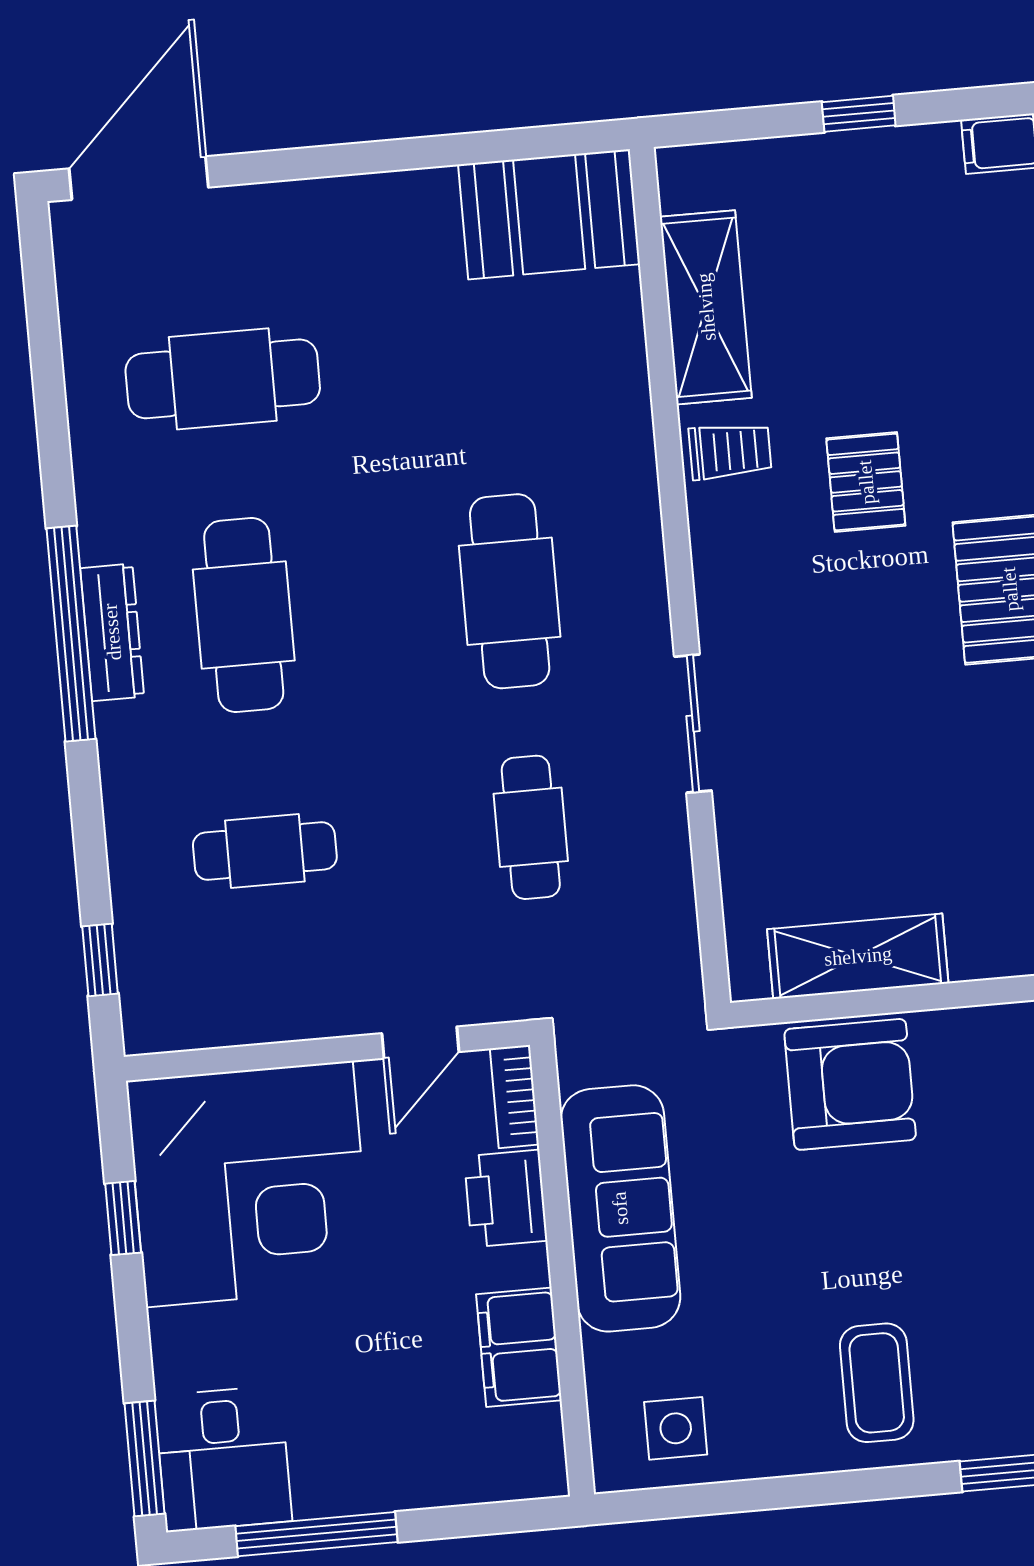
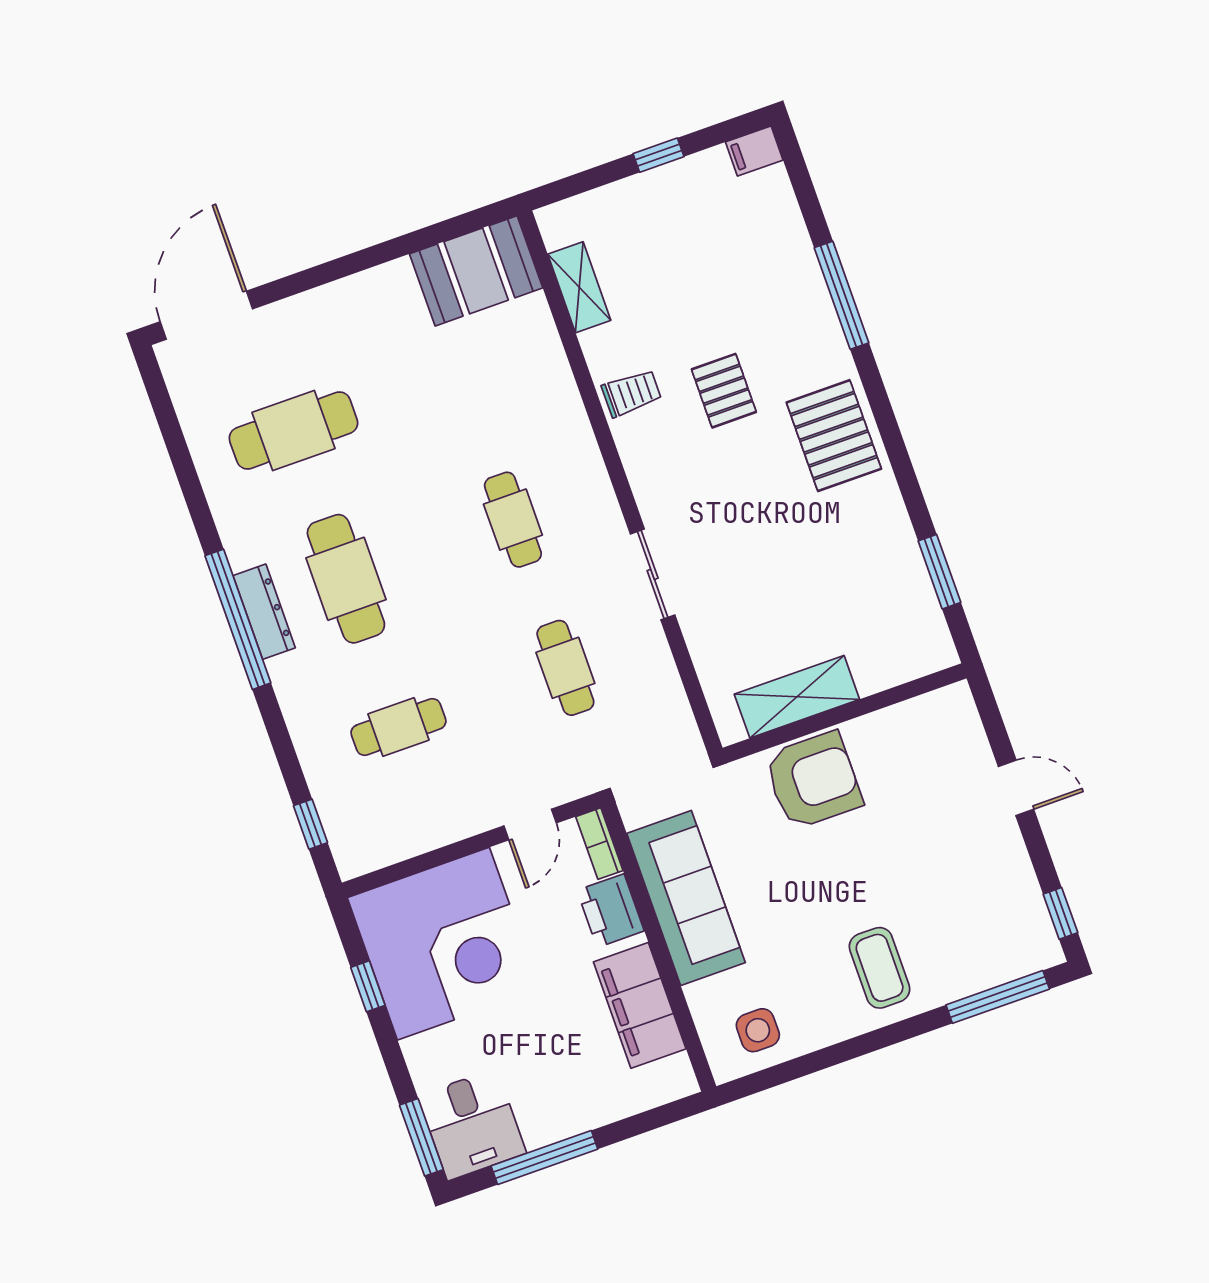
shelving: (706, 307) -> (579, 287), width x0.67, depth x0.75
cafe table: (510, 591) -> (513, 520), width x0.73, depth x0.74
filing cabinet: (519, 1347) -> (640, 1005), width x1.50, depth x1.17

